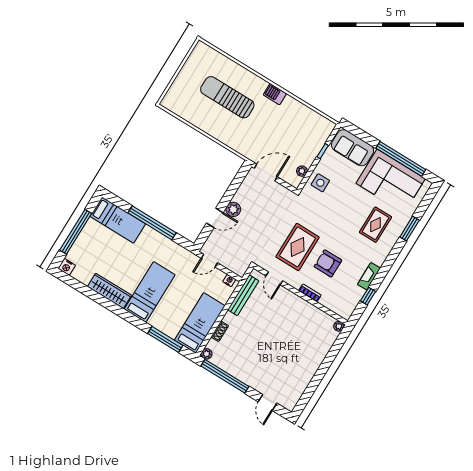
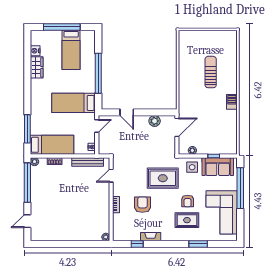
sun lounger: (227, 97) -> (211, 72), width x0.73, depth x0.75
sofa: (353, 148) -> (218, 167), moved, turned -90
window: (401, 159) -> (240, 188), moved
door: (266, 172) -> (177, 127), hinge flipped
plant: (233, 209) -> (155, 121), moved
armchair: (355, 211) -> (188, 201), added
bed: (118, 220) -> (71, 50), moved
rug: (298, 247) -> (163, 178), moved
door: (209, 260) -> (97, 126), swing flipped
nightstand: (67, 267) -> (35, 51), moved
wardrobe: (109, 291) -> (37, 67), width x0.67
bed: (150, 292) -> (74, 103), moved, turned 180

